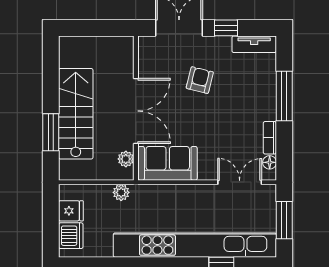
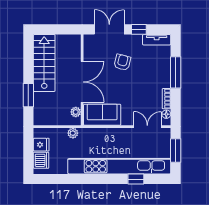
stairs: (76, 114) -> (44, 63), moved

